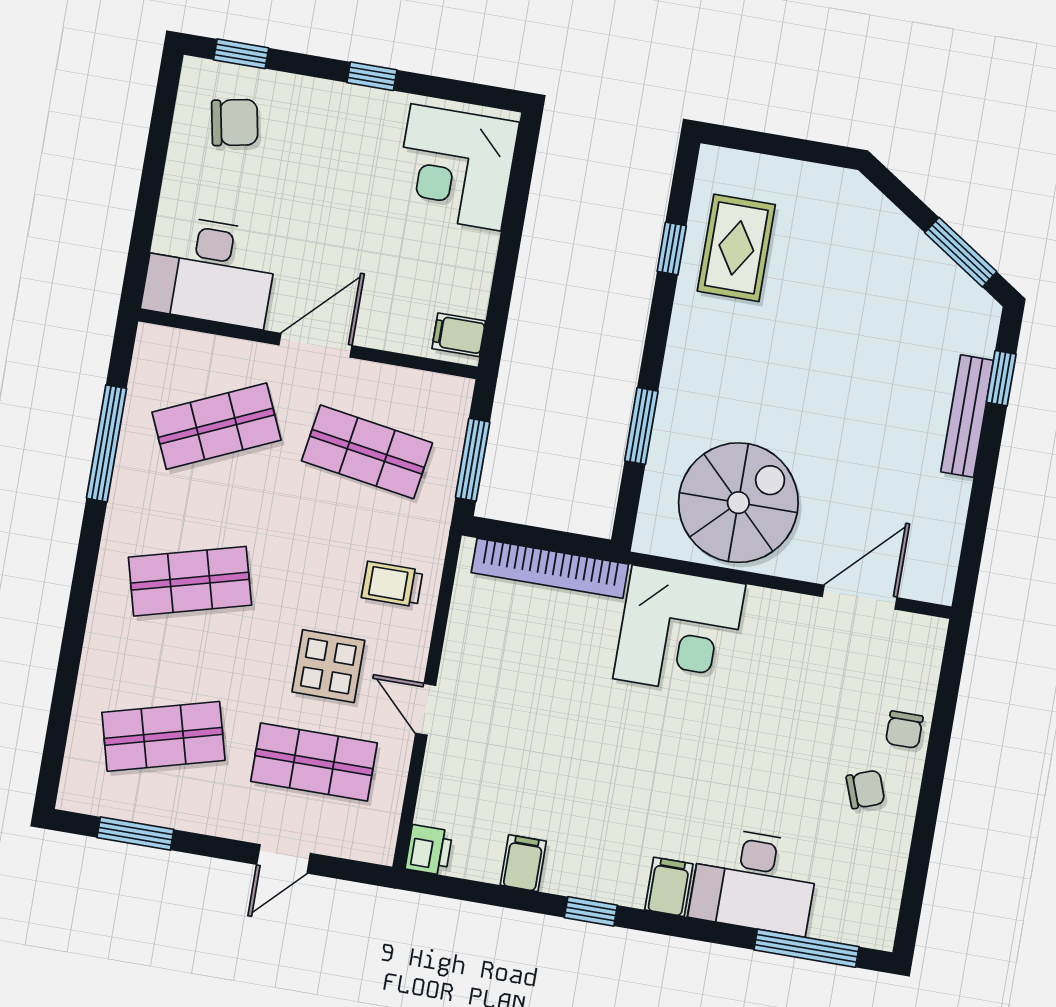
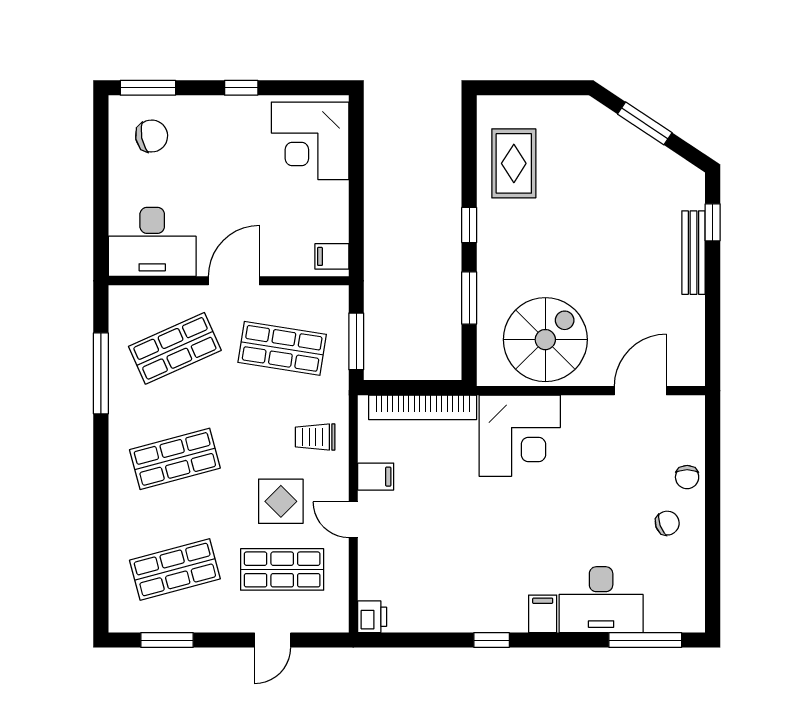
window: (241, 54) -> (148, 88), width x1.50
window: (672, 249) -> (469, 225), moved
window: (961, 252) -> (645, 123), moved
filing cabinet: (523, 863) -> (376, 477), moved, turned 90

